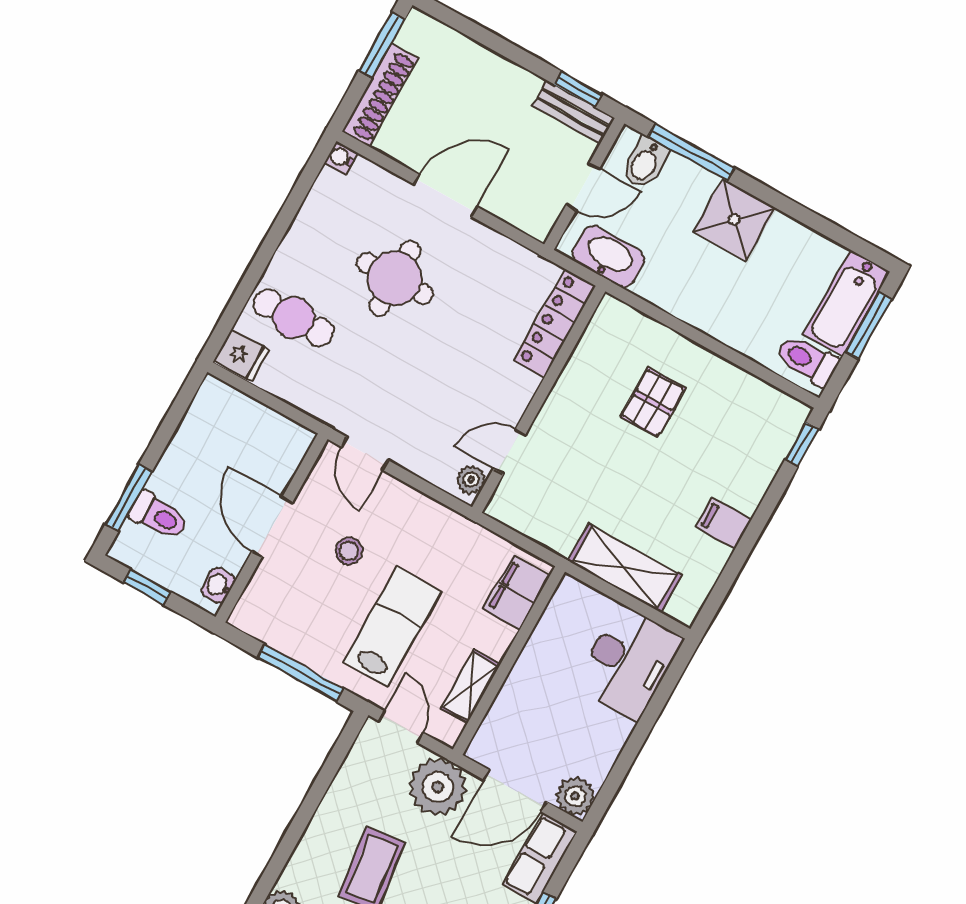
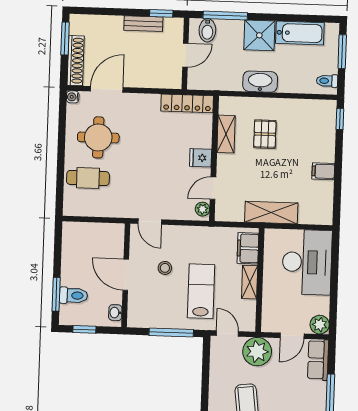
bench: (574, 112) -> (143, 24), moved
door: (445, 196) -> (107, 89), moved
washbasin: (609, 256) -> (260, 82), moved
round table: (395, 278) -> (98, 137), moved
bathtub: (847, 303) -> (300, 33), moved, turned -90
locker: (555, 323) -> (187, 103), moved, turned -90
fridge: (242, 355) -> (201, 158), moved, turned 180
toilet: (807, 360) -> (327, 81), width x0.73, depth x0.72
shelving: (583, 366) -> (226, 134), added
shelving: (625, 568) -> (271, 213), moved
desk: (629, 662) -> (307, 262), width x1.36, depth x1.30
shelving: (471, 686) -> (250, 282), moved
door: (515, 791) -> (292, 336), width x0.73

